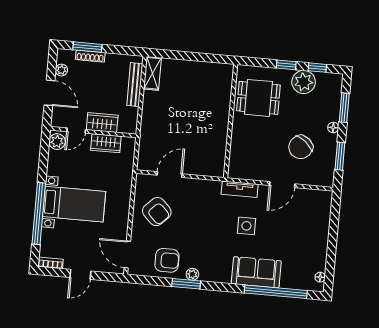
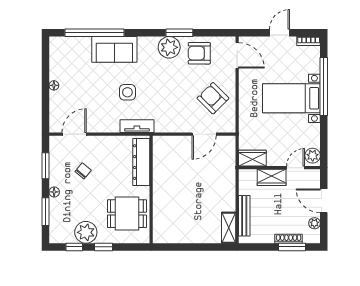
wardrobe: (106, 143) -> (252, 158), moved
chair: (301, 147) -> (83, 171), width x0.54, depth x0.54
dresser: (238, 151) -> (141, 162), added
door: (282, 185) -> (74, 134), moved
plant: (192, 274) -> (169, 47), width x1.88, depth x1.88
floor lamp: (320, 277) -> (54, 85), moved

